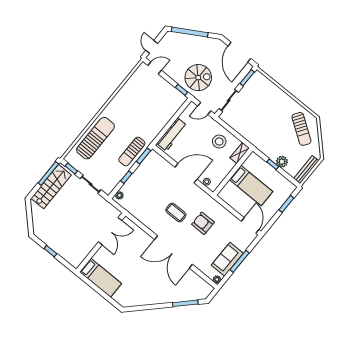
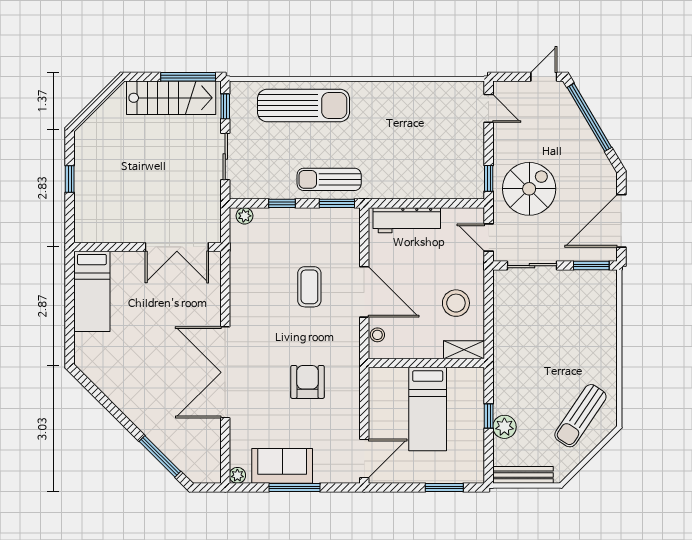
door: (152, 47) -> (544, 77), moved
spiral stairs: (198, 78) -> (529, 189), turned -90
coffee table: (176, 212) -> (309, 287), moved

